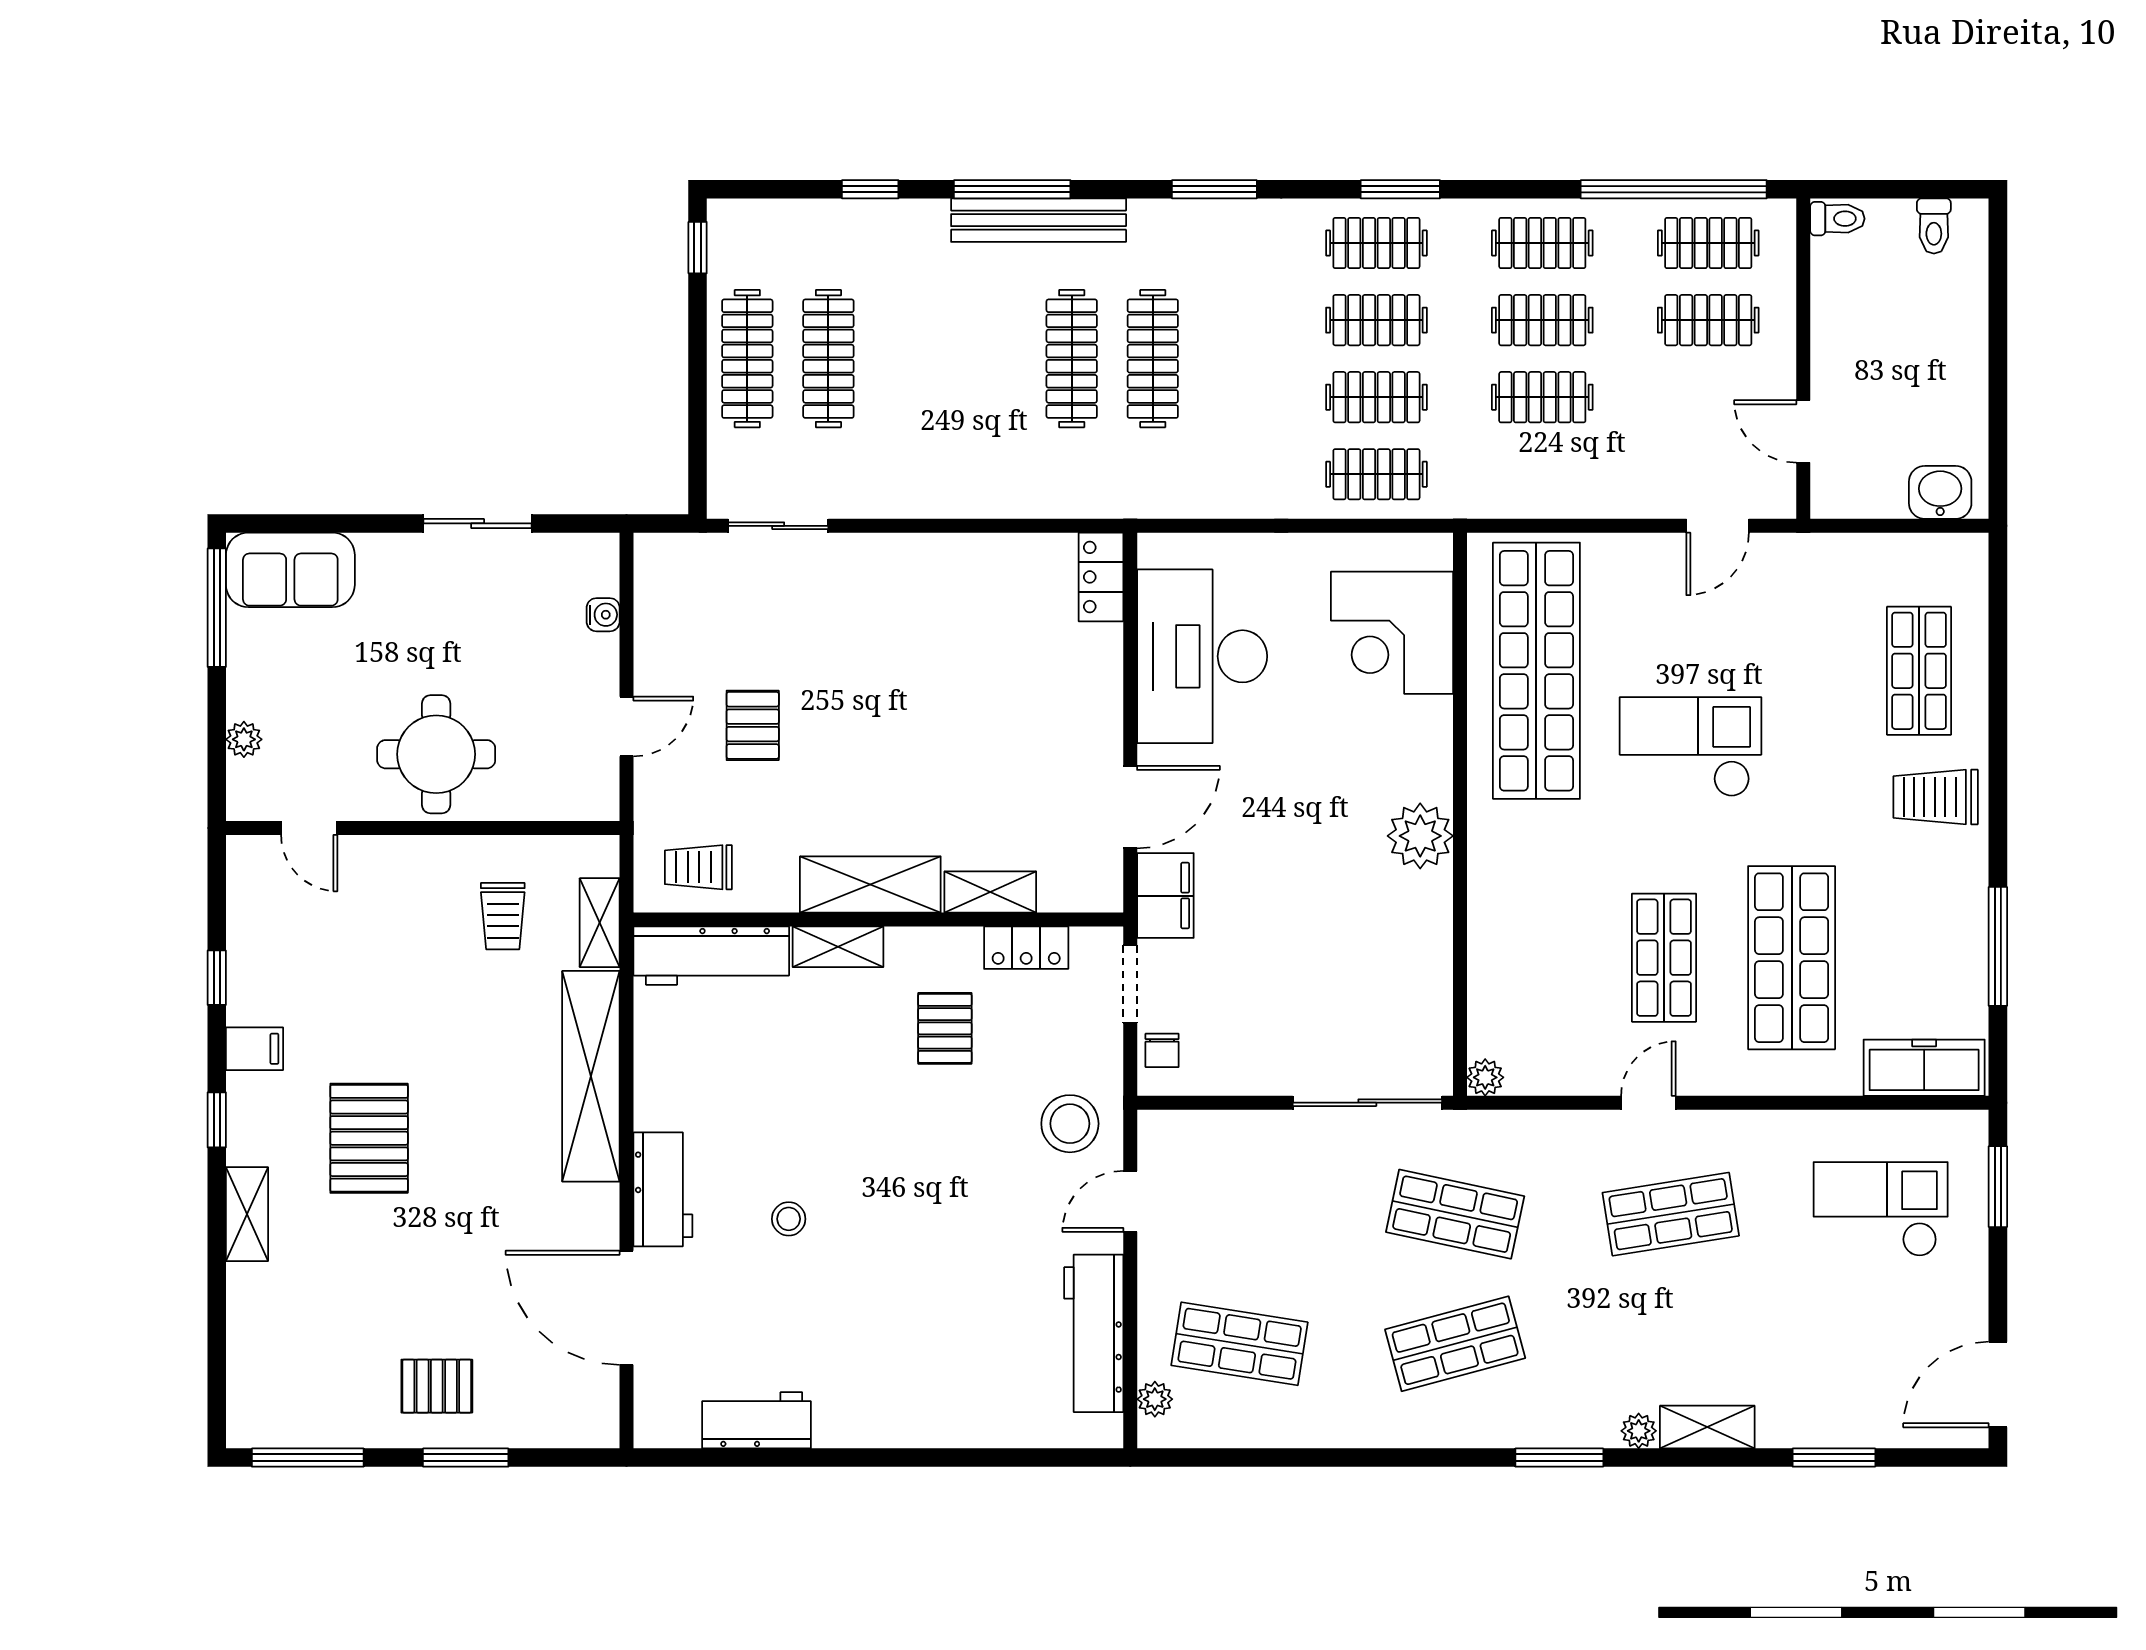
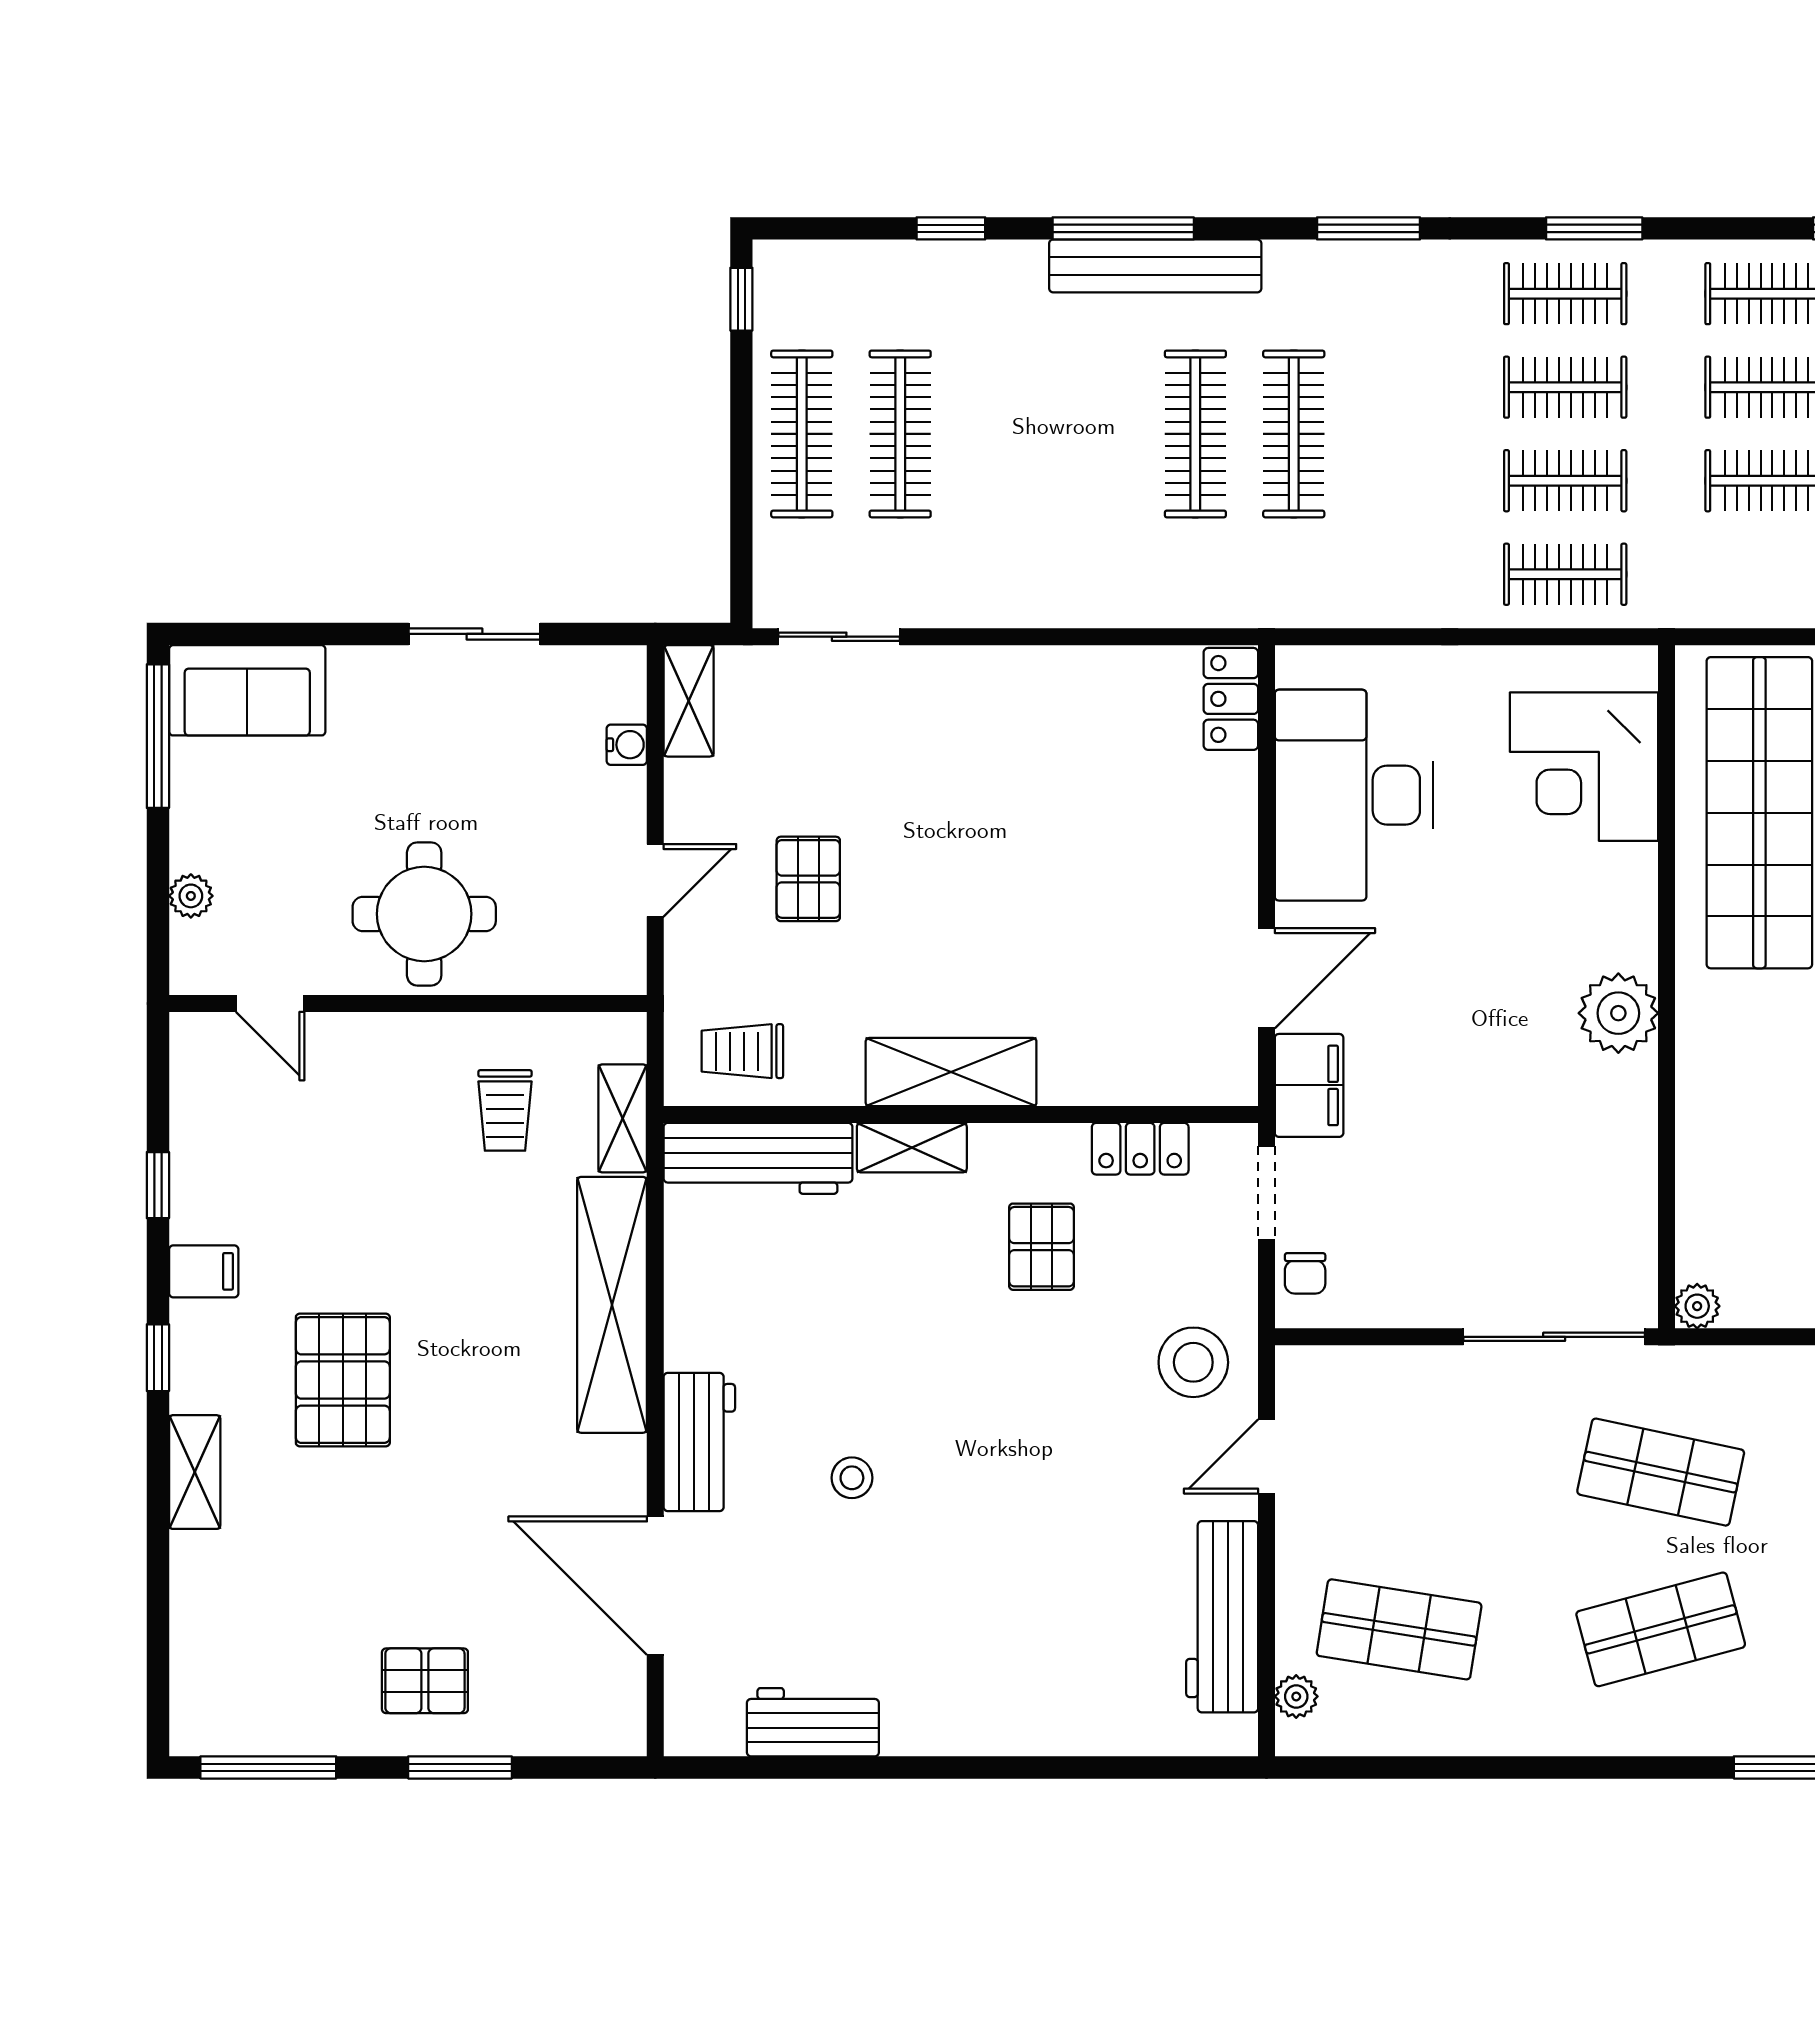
shelving: (990, 892) -> (689, 701), moved, turned 90

